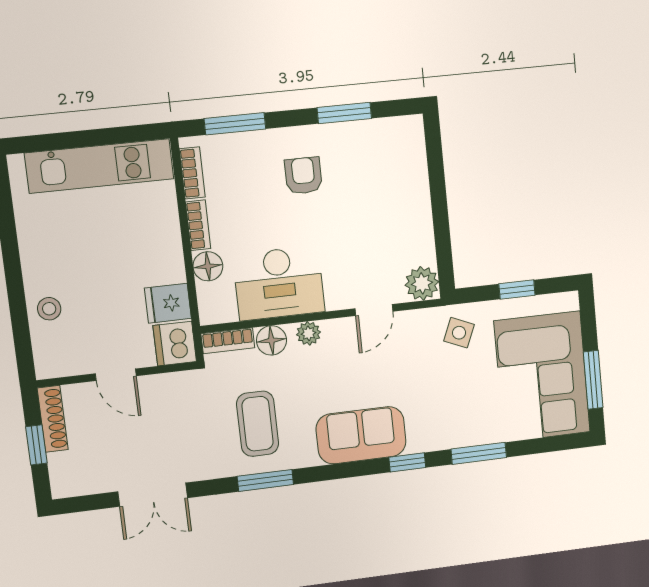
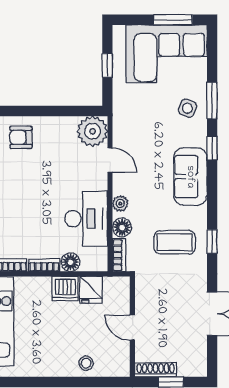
armchair: (303, 176) -> (21, 137), moved
plant: (422, 283) -> (92, 131), width x1.36, depth x1.36
side table: (459, 333) -> (187, 108), moved
dishwasher: (175, 344) -> (65, 289), moved
door: (116, 375) -> (132, 328), swing flipped
window: (265, 480) -> (212, 241), width x0.67

